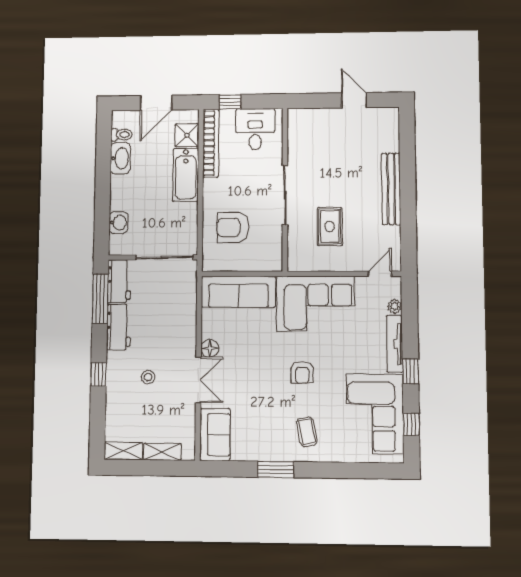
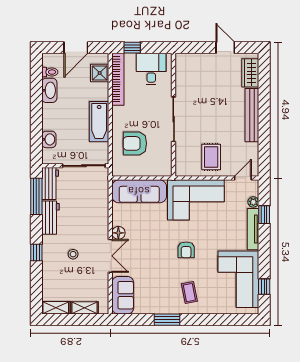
wardrobe: (388, 133) -> (250, 73), added
bathtub: (186, 175) -> (99, 122), moved
rug: (330, 226) -> (211, 157), moved
window: (410, 371) -> (264, 215), moved

